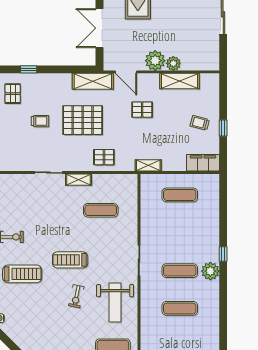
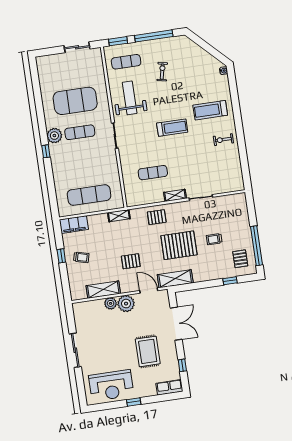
exercise mat: (180, 195) -> (89, 195), width x1.36, depth x1.45
exercise bike: (76, 296) -> (162, 72), moved
exercise mat: (180, 308) -> (75, 101), width x2.00, depth x1.45

